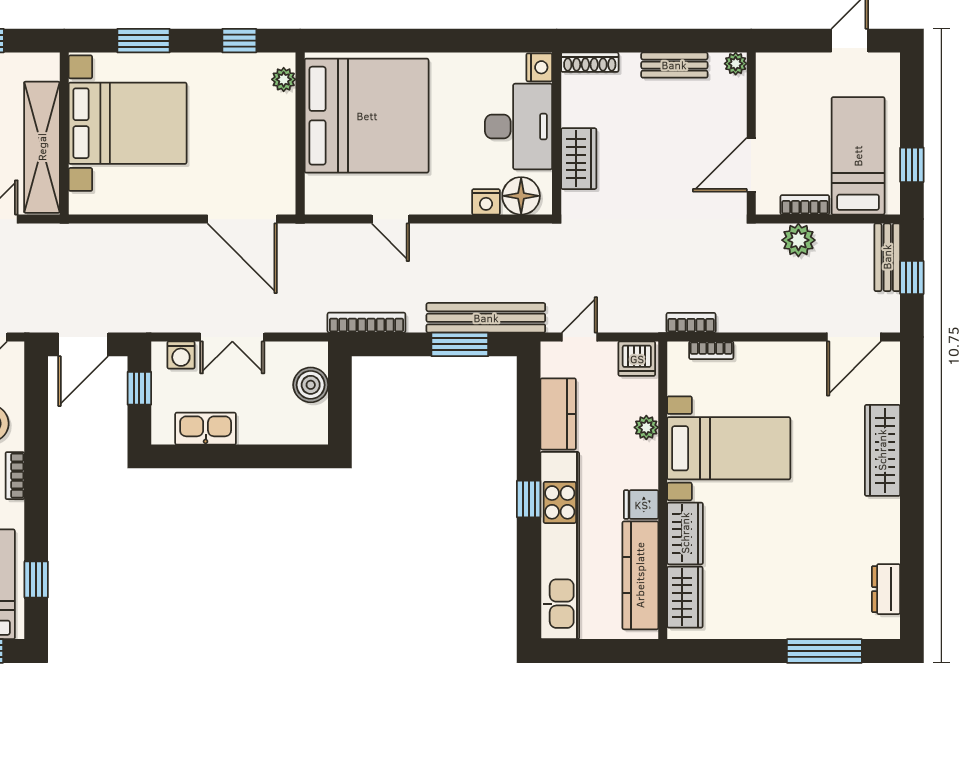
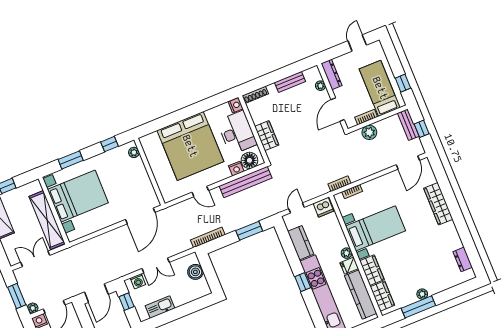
plant: (736, 64) -> (321, 86), moved
dresser: (768, 85) -> (332, 75), added
bed: (367, 116) -> (190, 146), moved, turned 90
door: (242, 219) -> (140, 216), hinge flipped
bench: (486, 318) -> (246, 182), moved
plant: (646, 427) -> (347, 253), moved
plant: (771, 627) -> (422, 294), added
window: (824, 651) -> (418, 307), moved

